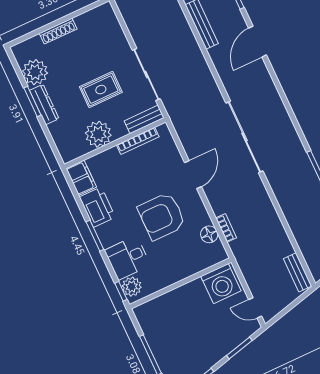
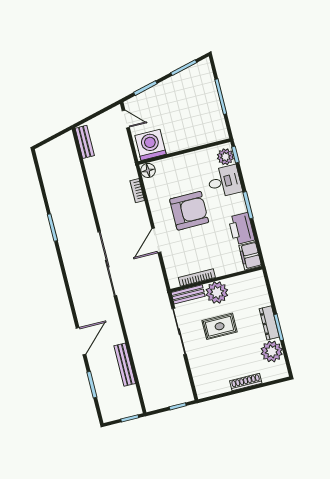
plant: (98, 134) -> (217, 292), moved
floor lamp: (209, 234) -> (148, 170), moved

